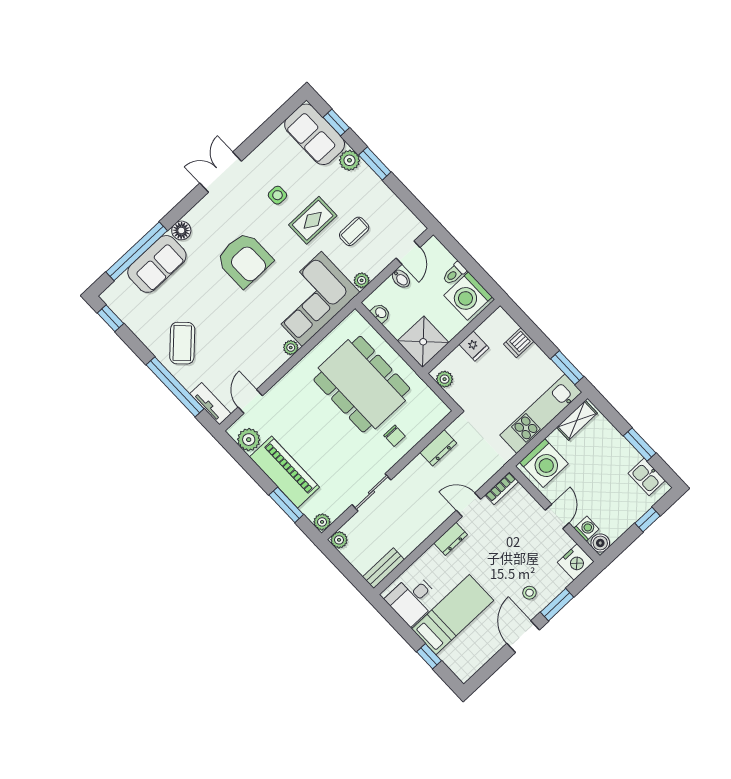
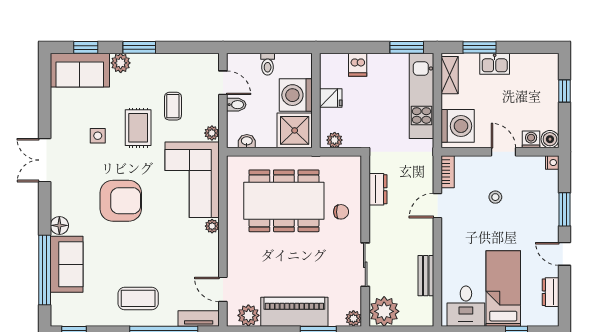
washing machine: (468, 296) -> (296, 95), moved, turned 90
coffee table: (182, 343) -> (138, 298), turned -45
window: (640, 444) -> (480, 47), moved
kitchen sink: (647, 477) -> (495, 64), moved
dresser: (451, 539) -> (551, 292), moved, turned 180
plant: (339, 540) -> (384, 311), width x1.88, depth x1.88
nightstand: (576, 562) -> (552, 163), width x0.53, depth x0.56
bench: (383, 568) -> (426, 276), moved
stool: (529, 593) -> (495, 197), moved
door: (523, 637) -> (564, 254), width x0.73

